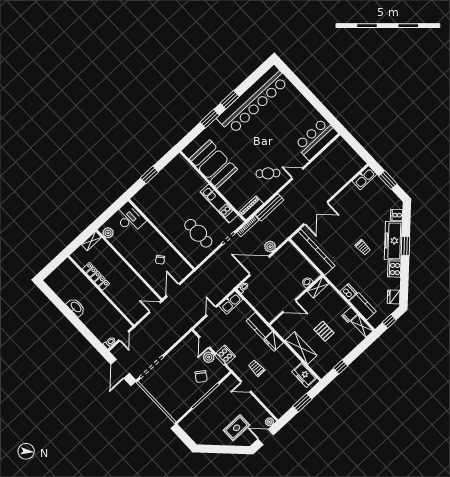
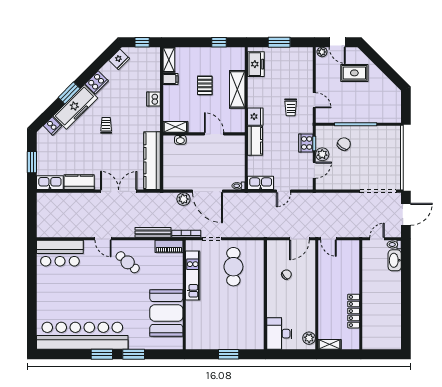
kitchen counter: (363, 306) -> (79, 182), moved, turned 90
washbasin: (76, 307) -> (395, 260), moved

